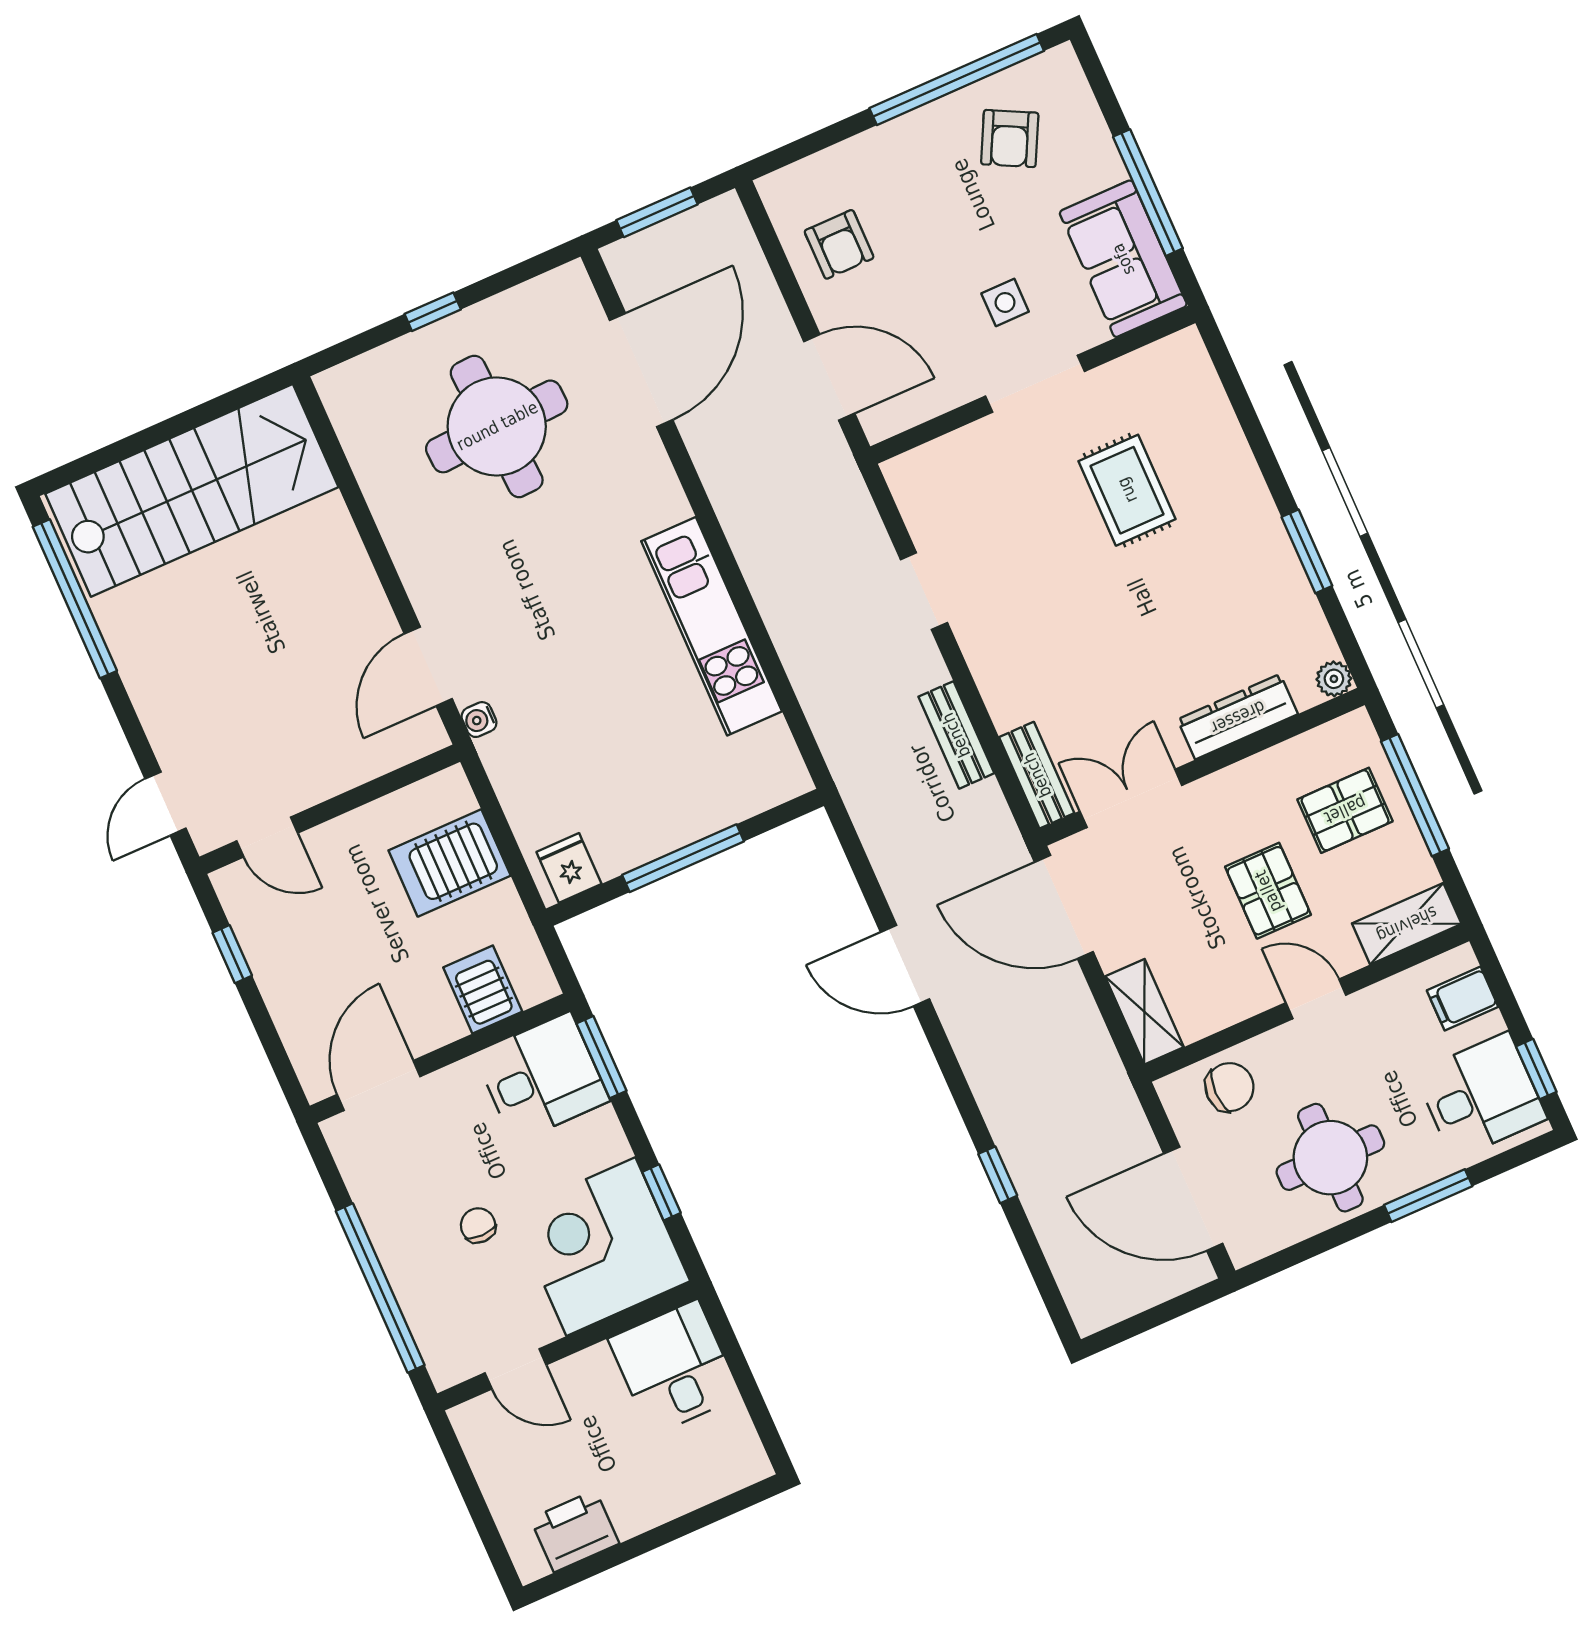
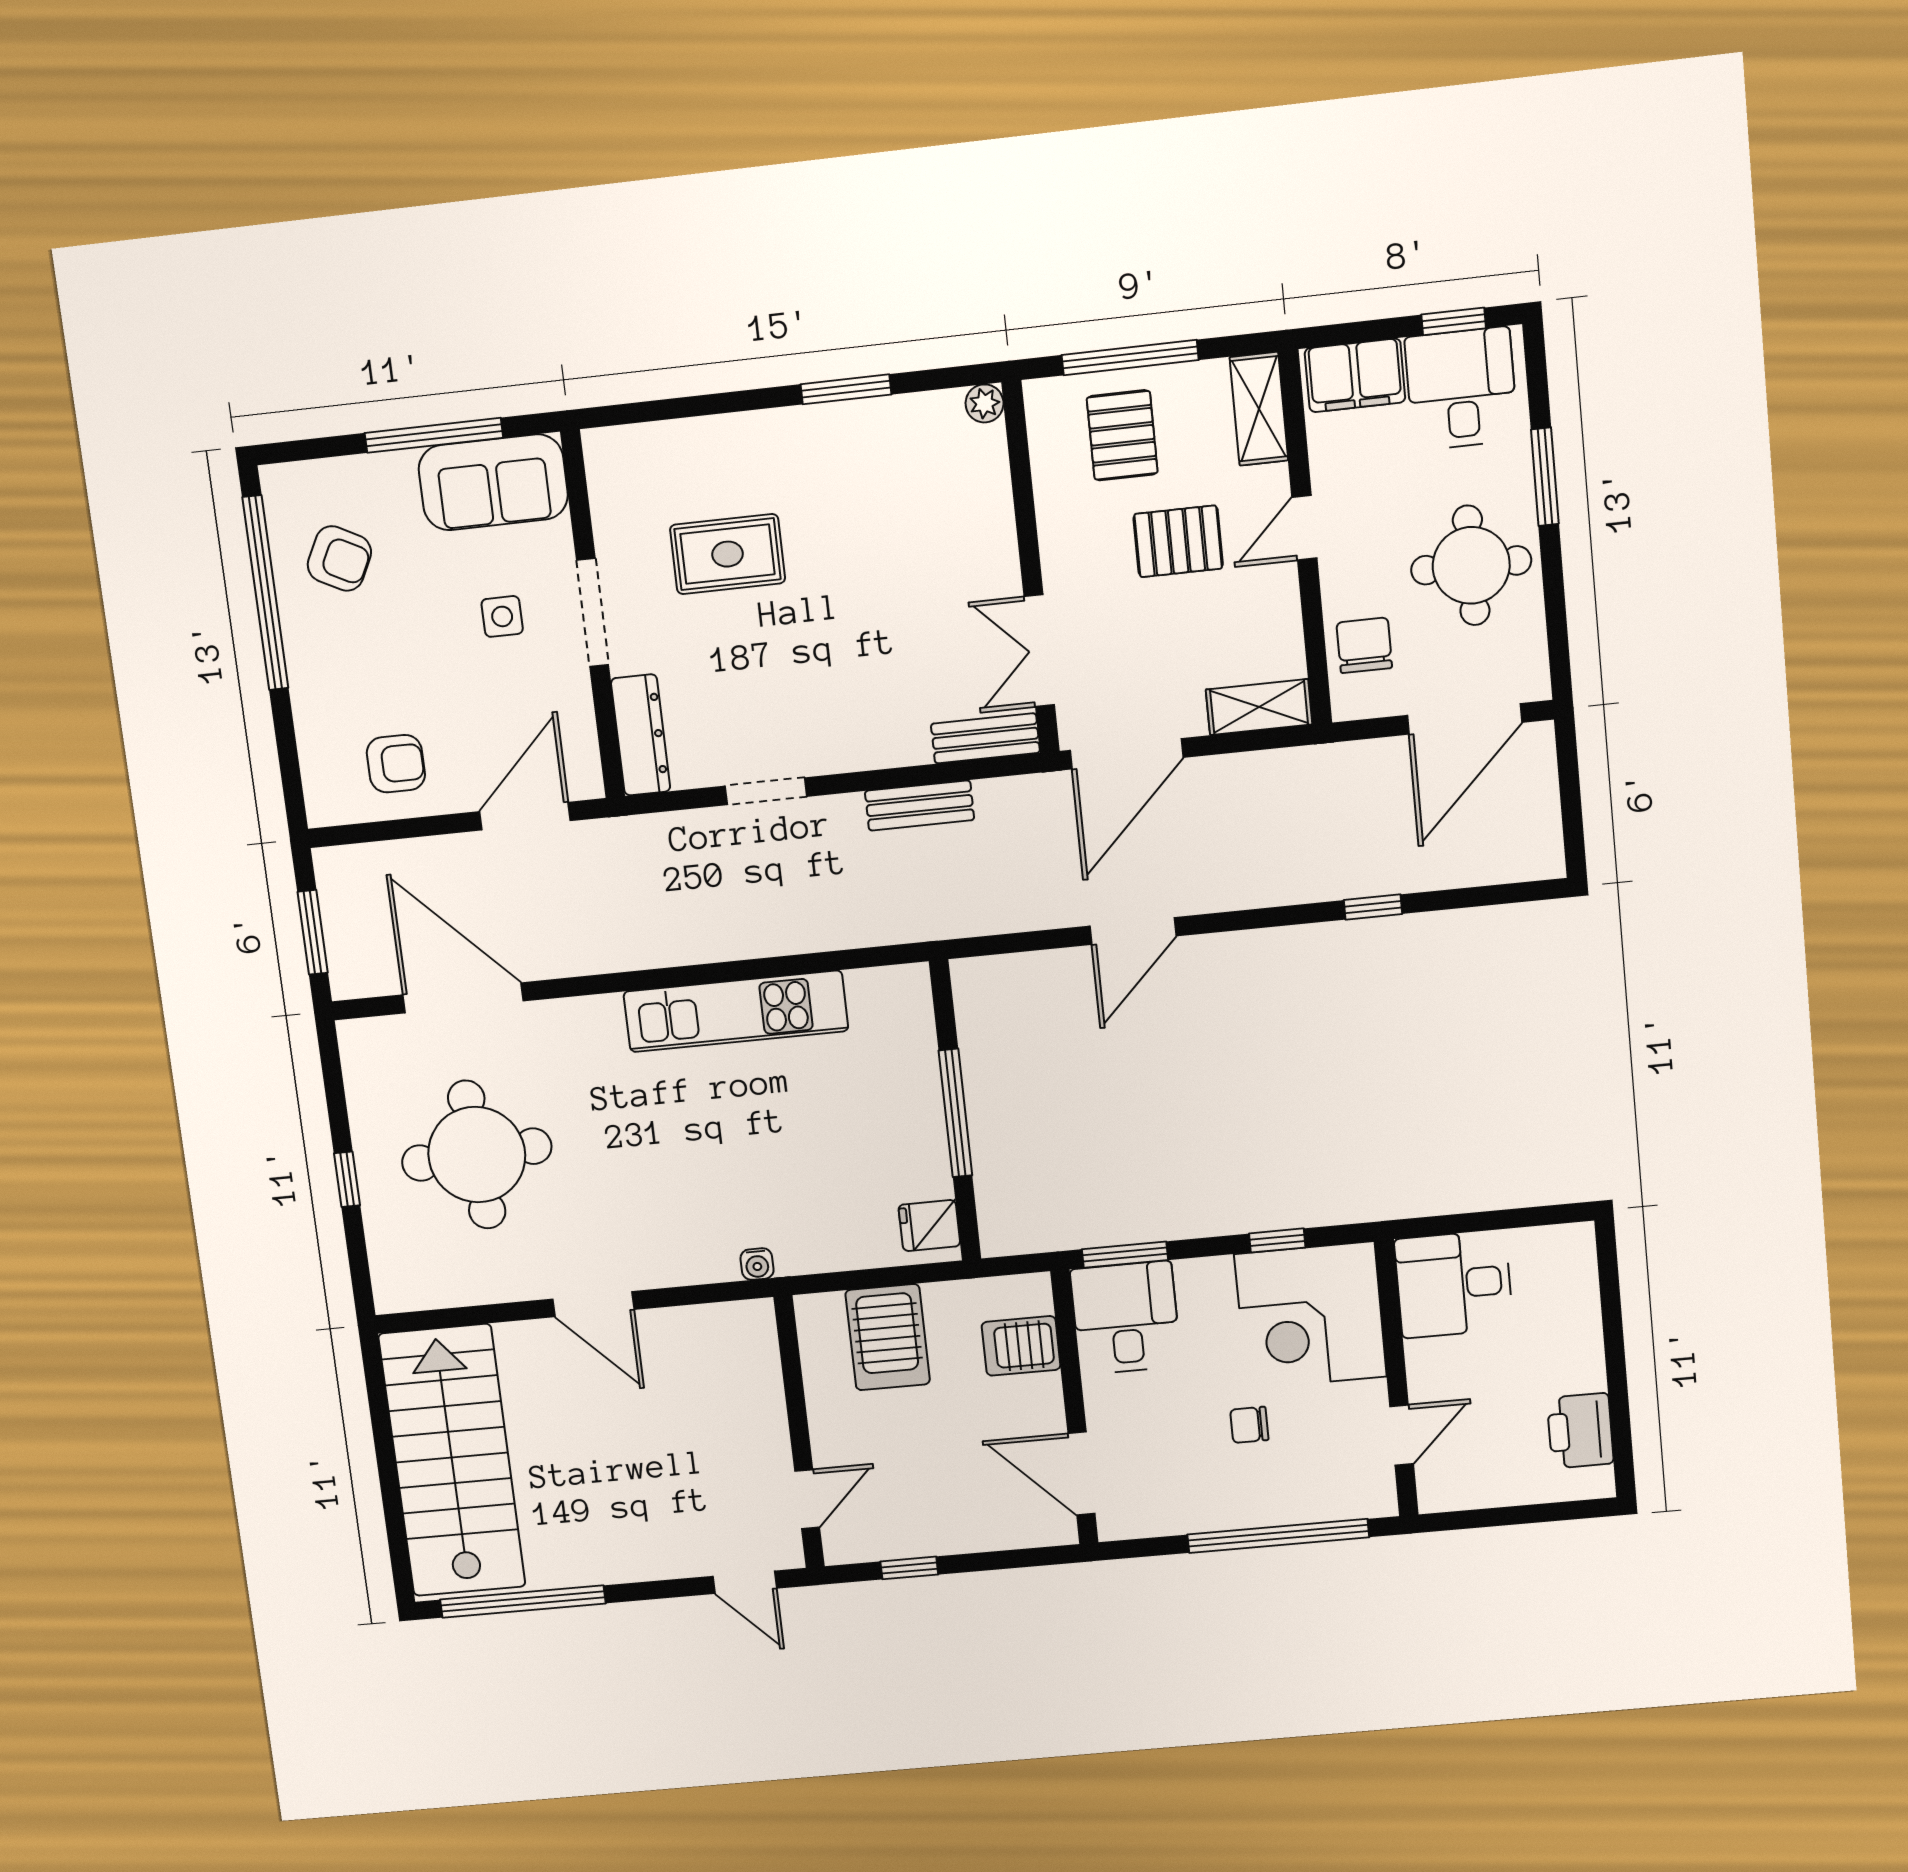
door: (428, 666) -> (593, 1304), moved
dresser: (1238, 717) -> (641, 735), moved, turned 180
filing cabinet: (1463, 999) -> (1355, 375), width x2.00

